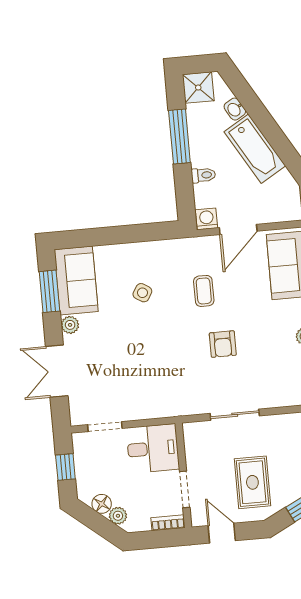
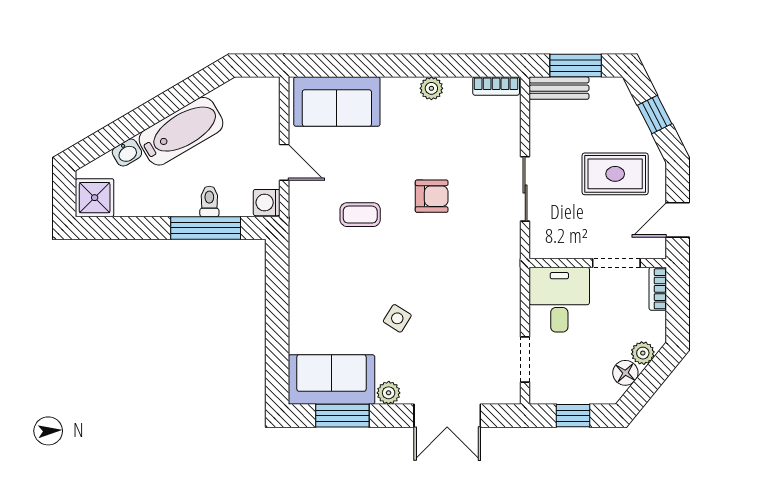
window: (179, 136) -> (206, 228), moved
door: (238, 229) -> (284, 162), width x0.73
side table: (142, 293) -> (397, 318), moved

